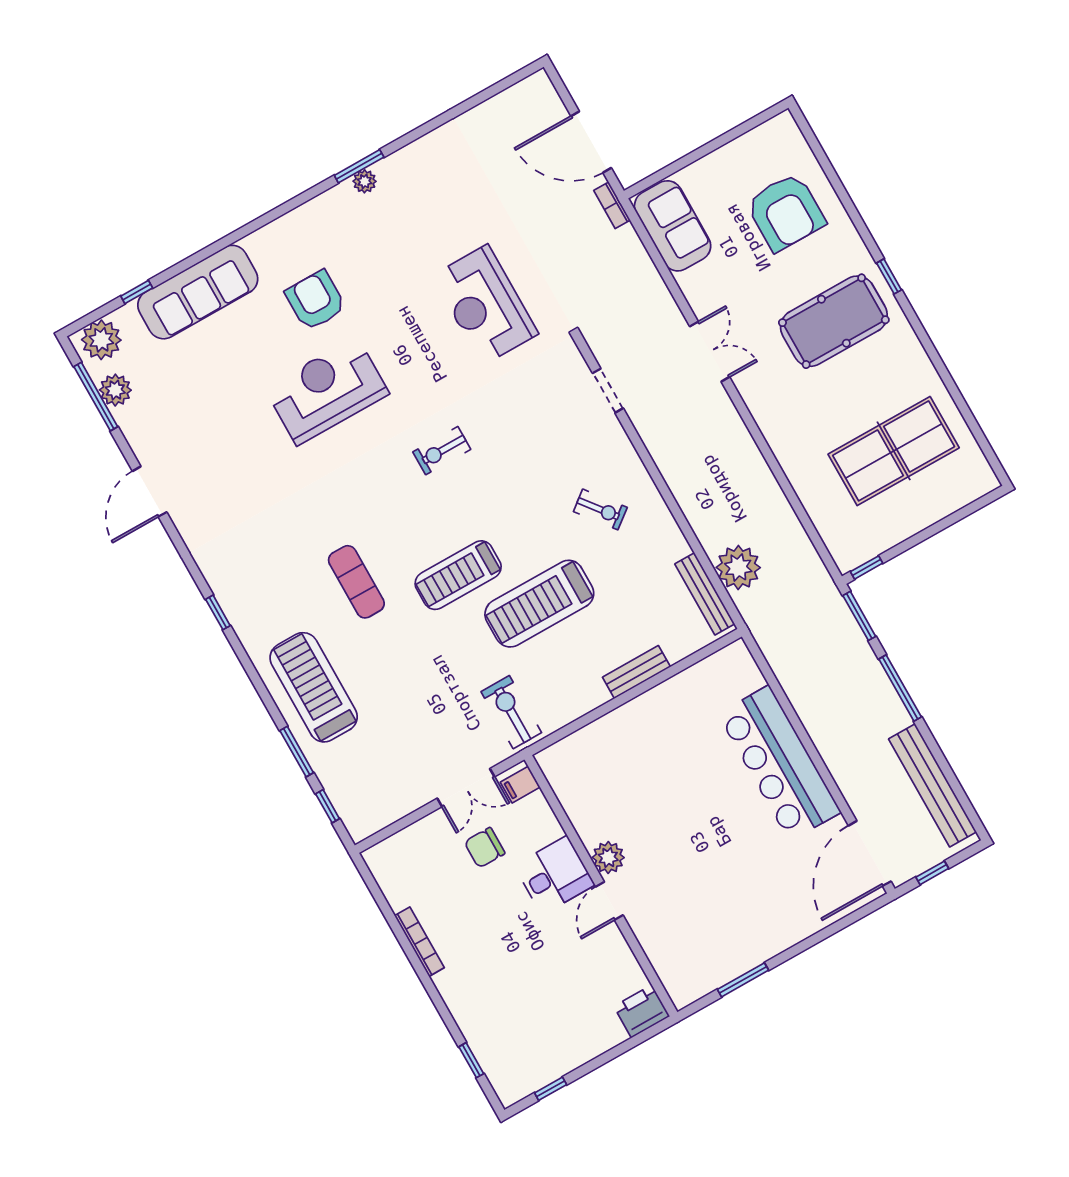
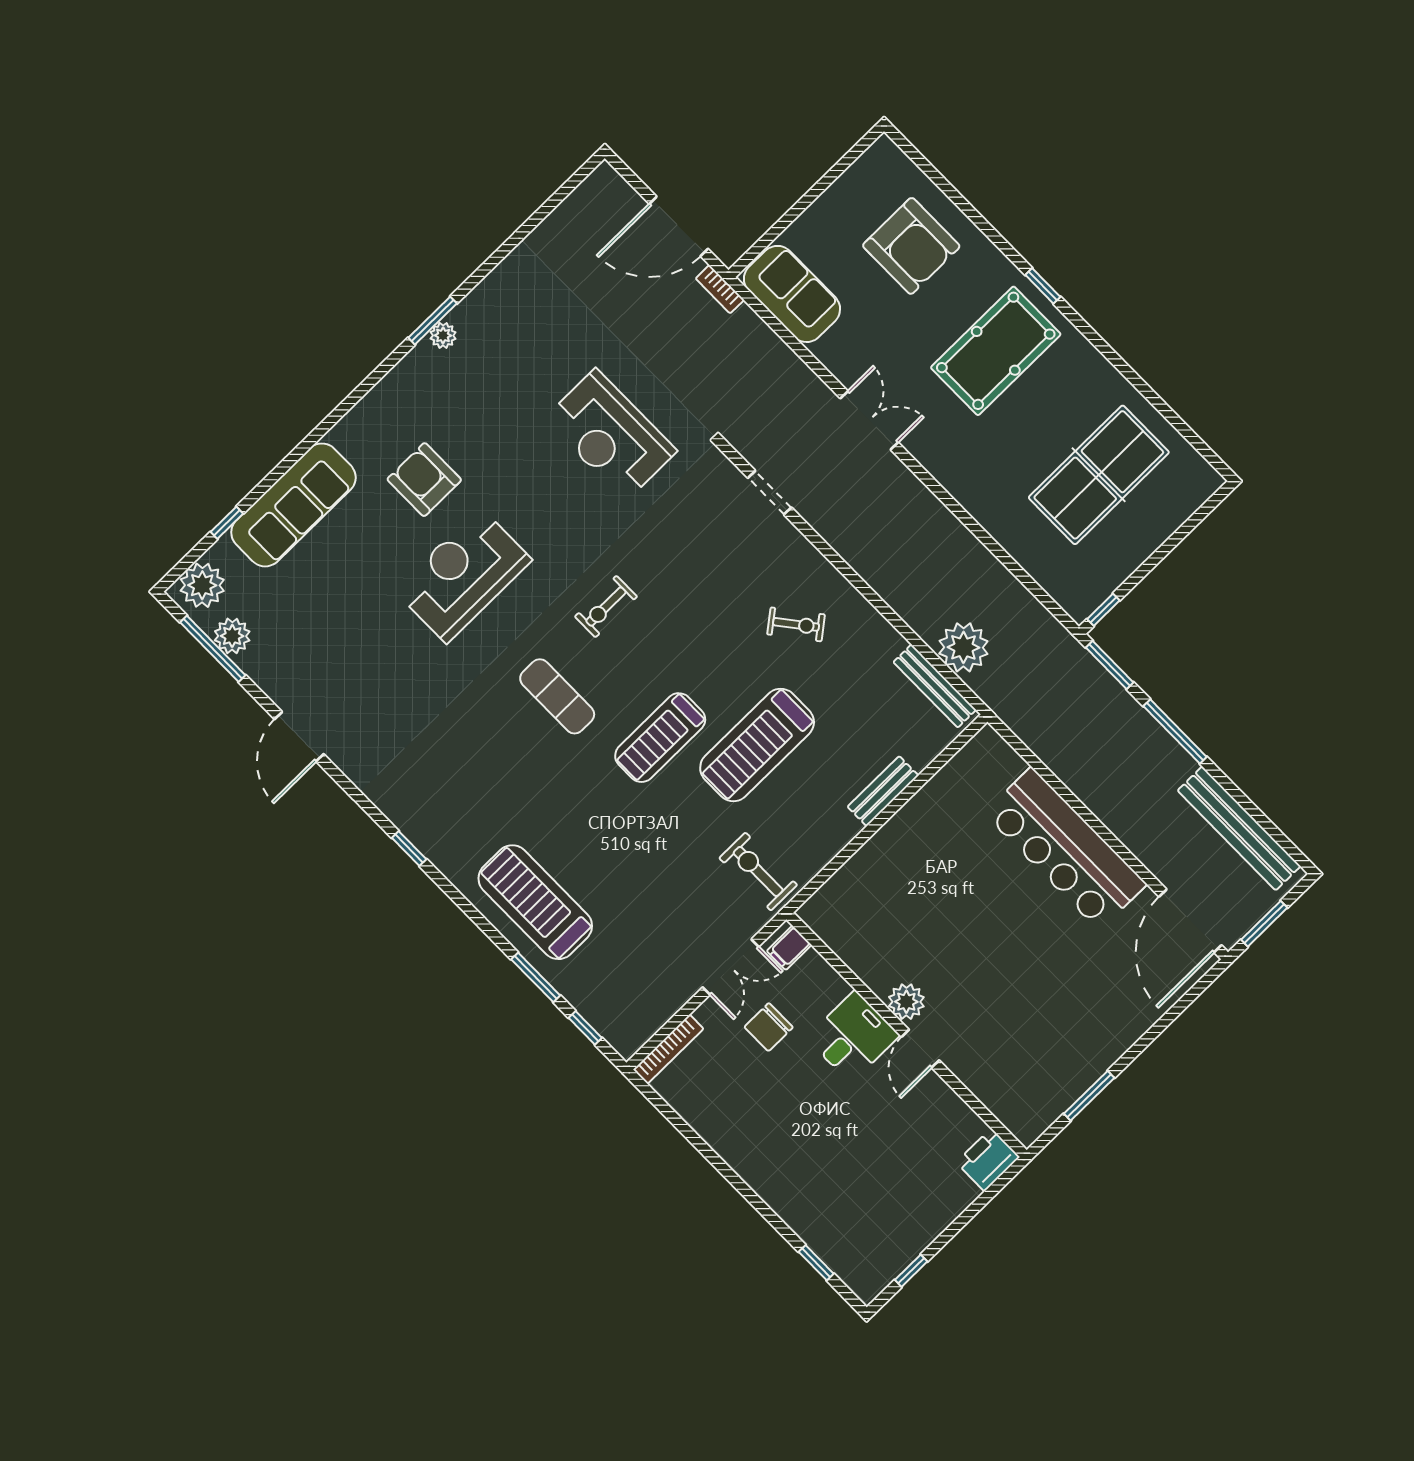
exercise mat: (356, 582) -> (557, 696), moved
window: (932, 873) -> (1264, 924), width x1.50
bookcase: (419, 942) -> (668, 1049), moved, turned 90

